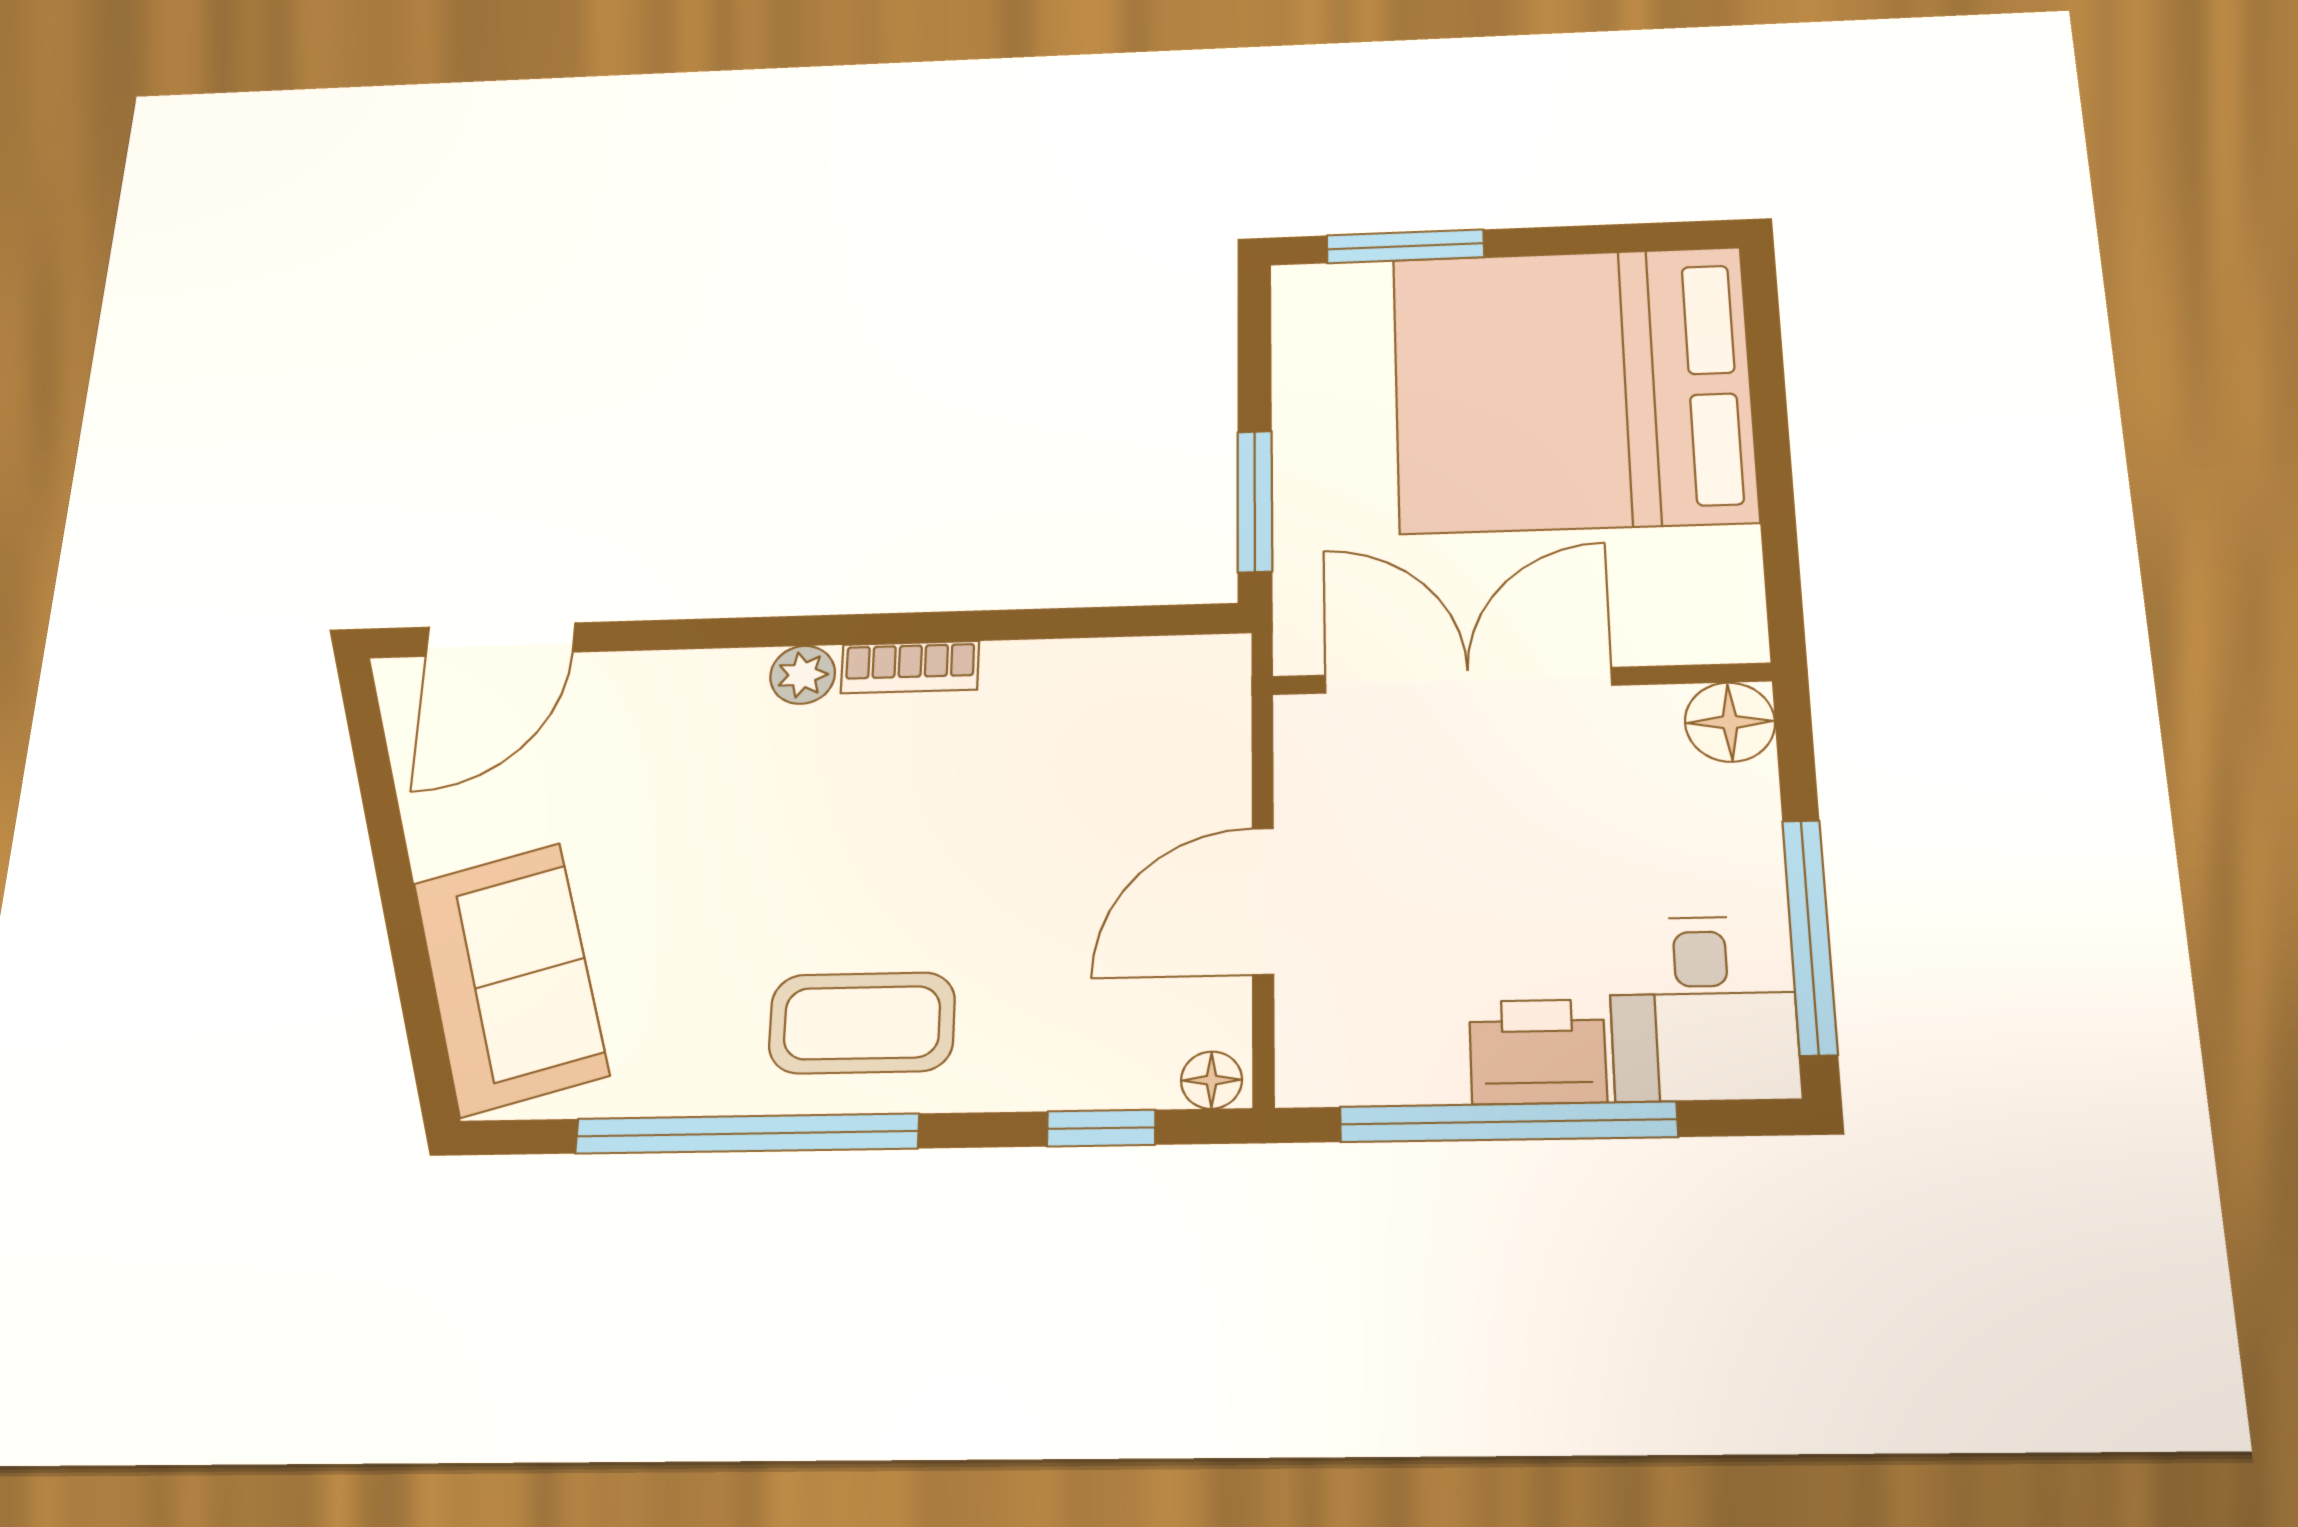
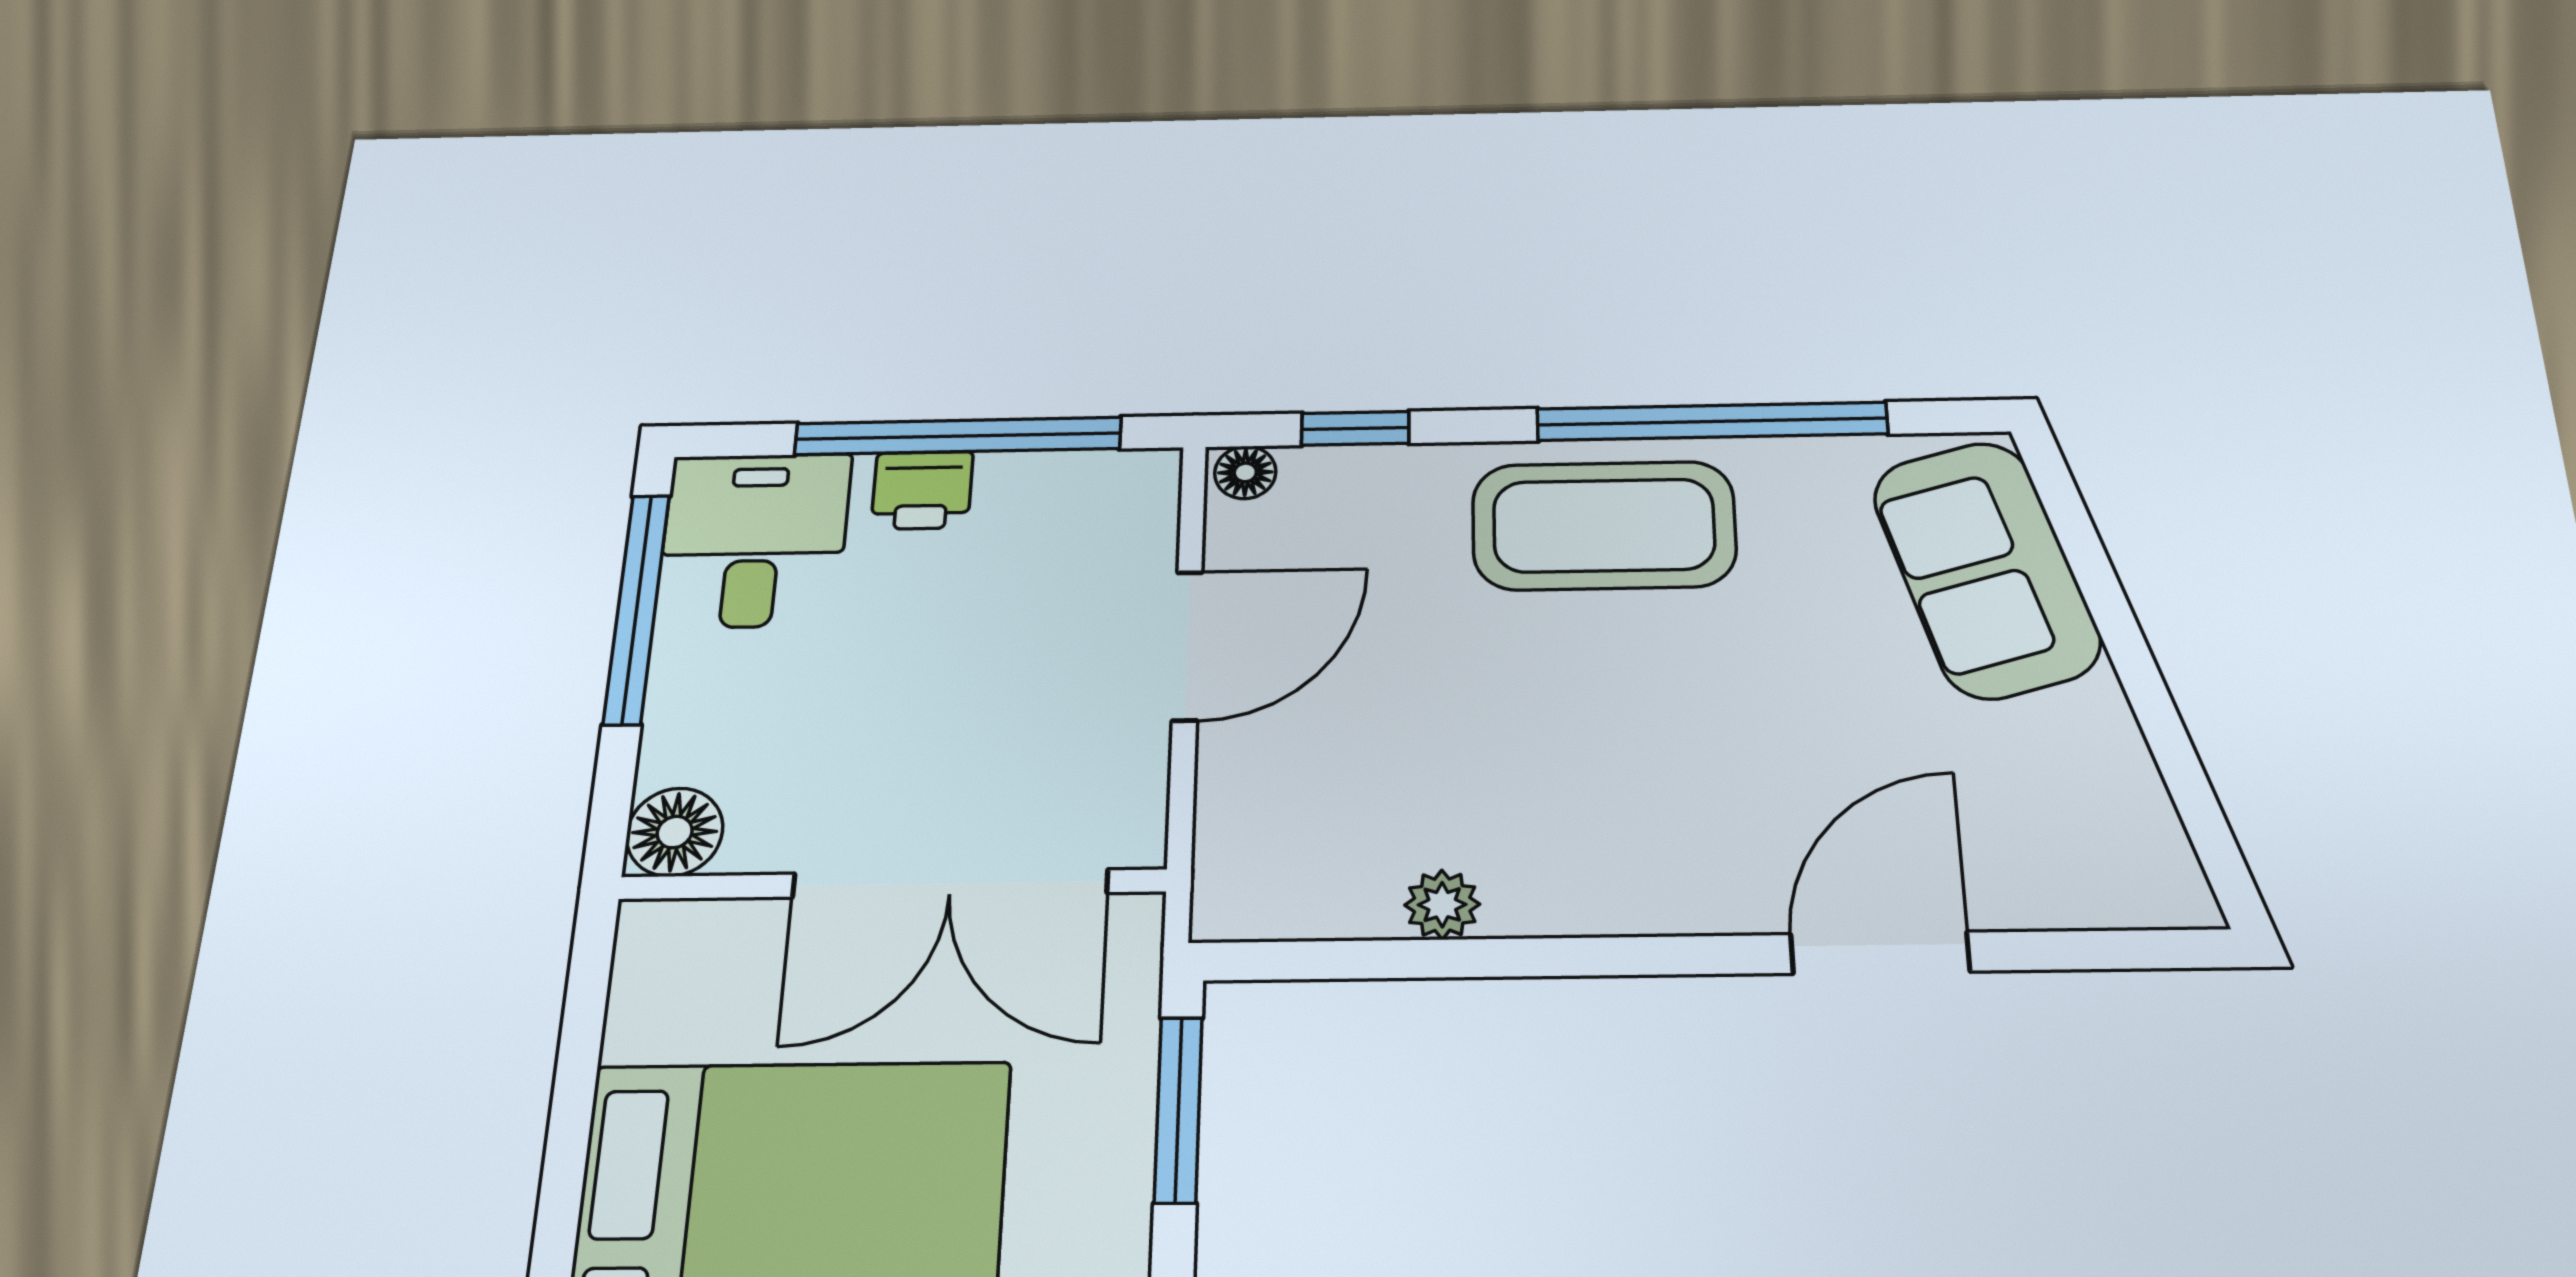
door: (501, 640) -> (1880, 953), moved
bookcase: (910, 667) -> (1581, 908), removed
plant: (803, 675) -> (1442, 905), moved
coffee table: (862, 1023) -> (1604, 525), width x1.36, depth x1.32
printer: (1538, 1052) -> (922, 490), width x0.73, depth x0.81

